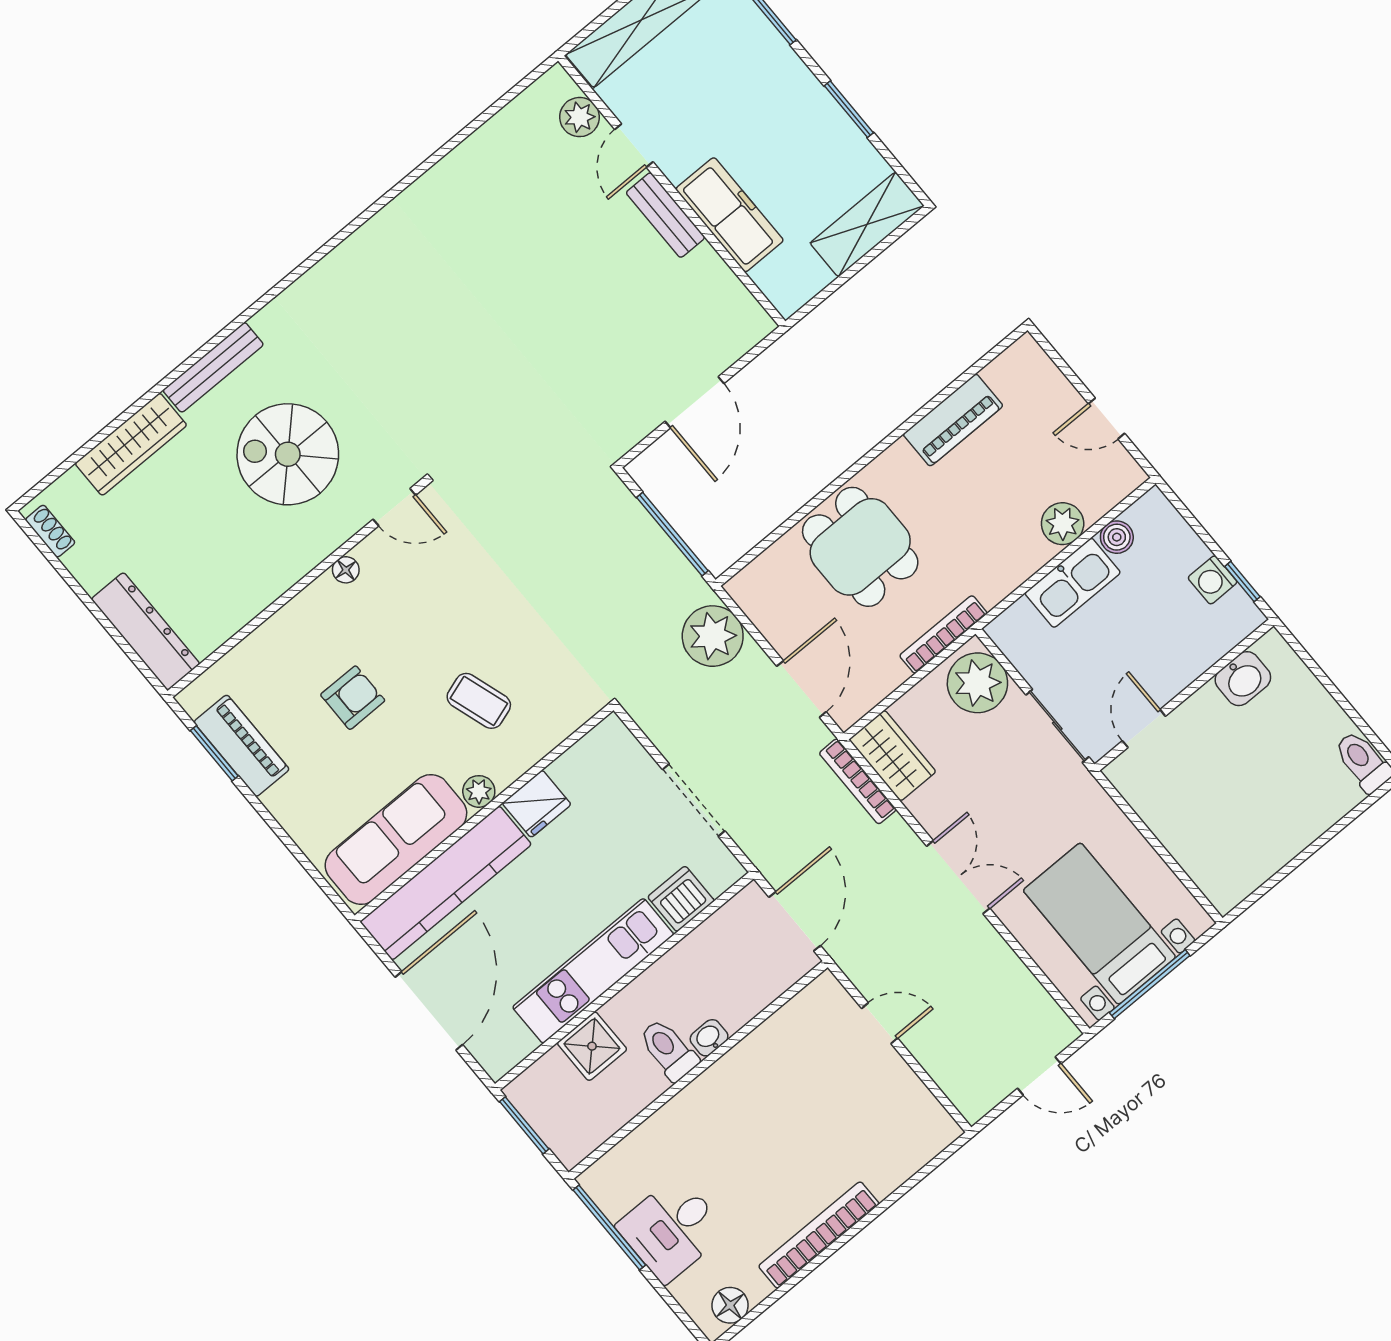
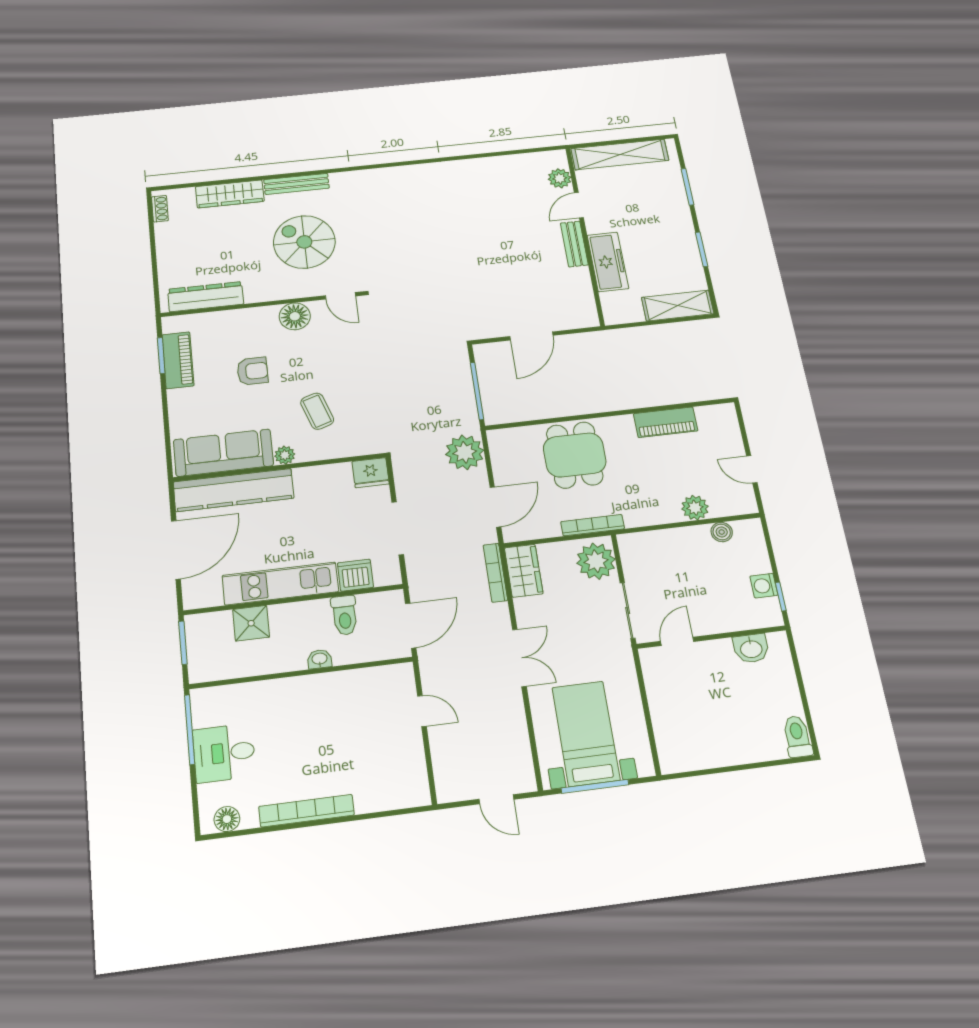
floor lamp: (346, 570) -> (295, 316), width x1.89, depth x1.89
kitchen sink: (1073, 583) -> (682, 541), removed
dresser: (146, 631) -> (206, 297), moved, turned -90
fridge: (537, 804) -> (371, 473), moved
toilet: (669, 1050) -> (345, 615), moved, turned 180

